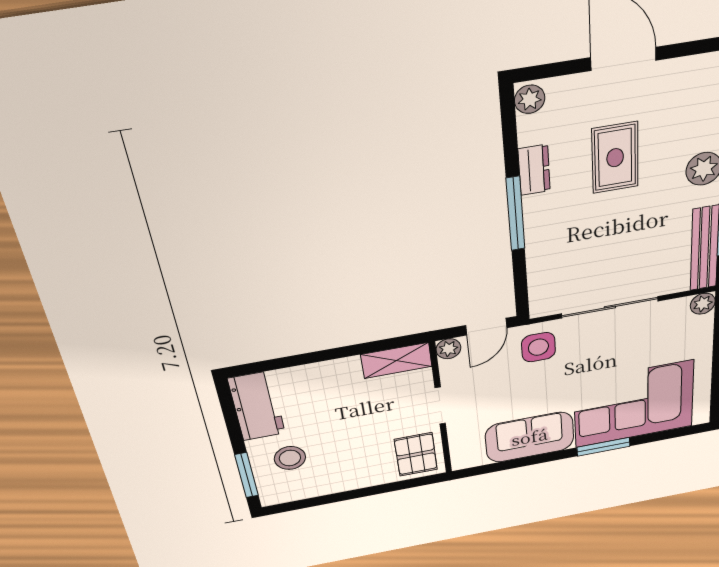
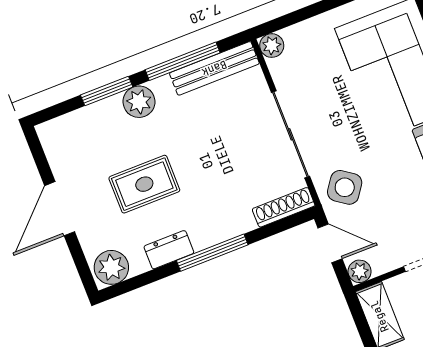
plant: (530, 99) -> (111, 267), width x1.38, depth x1.38
shoe rack: (539, 290) -> (284, 207), added
side table: (538, 347) -> (345, 187), turned 35

